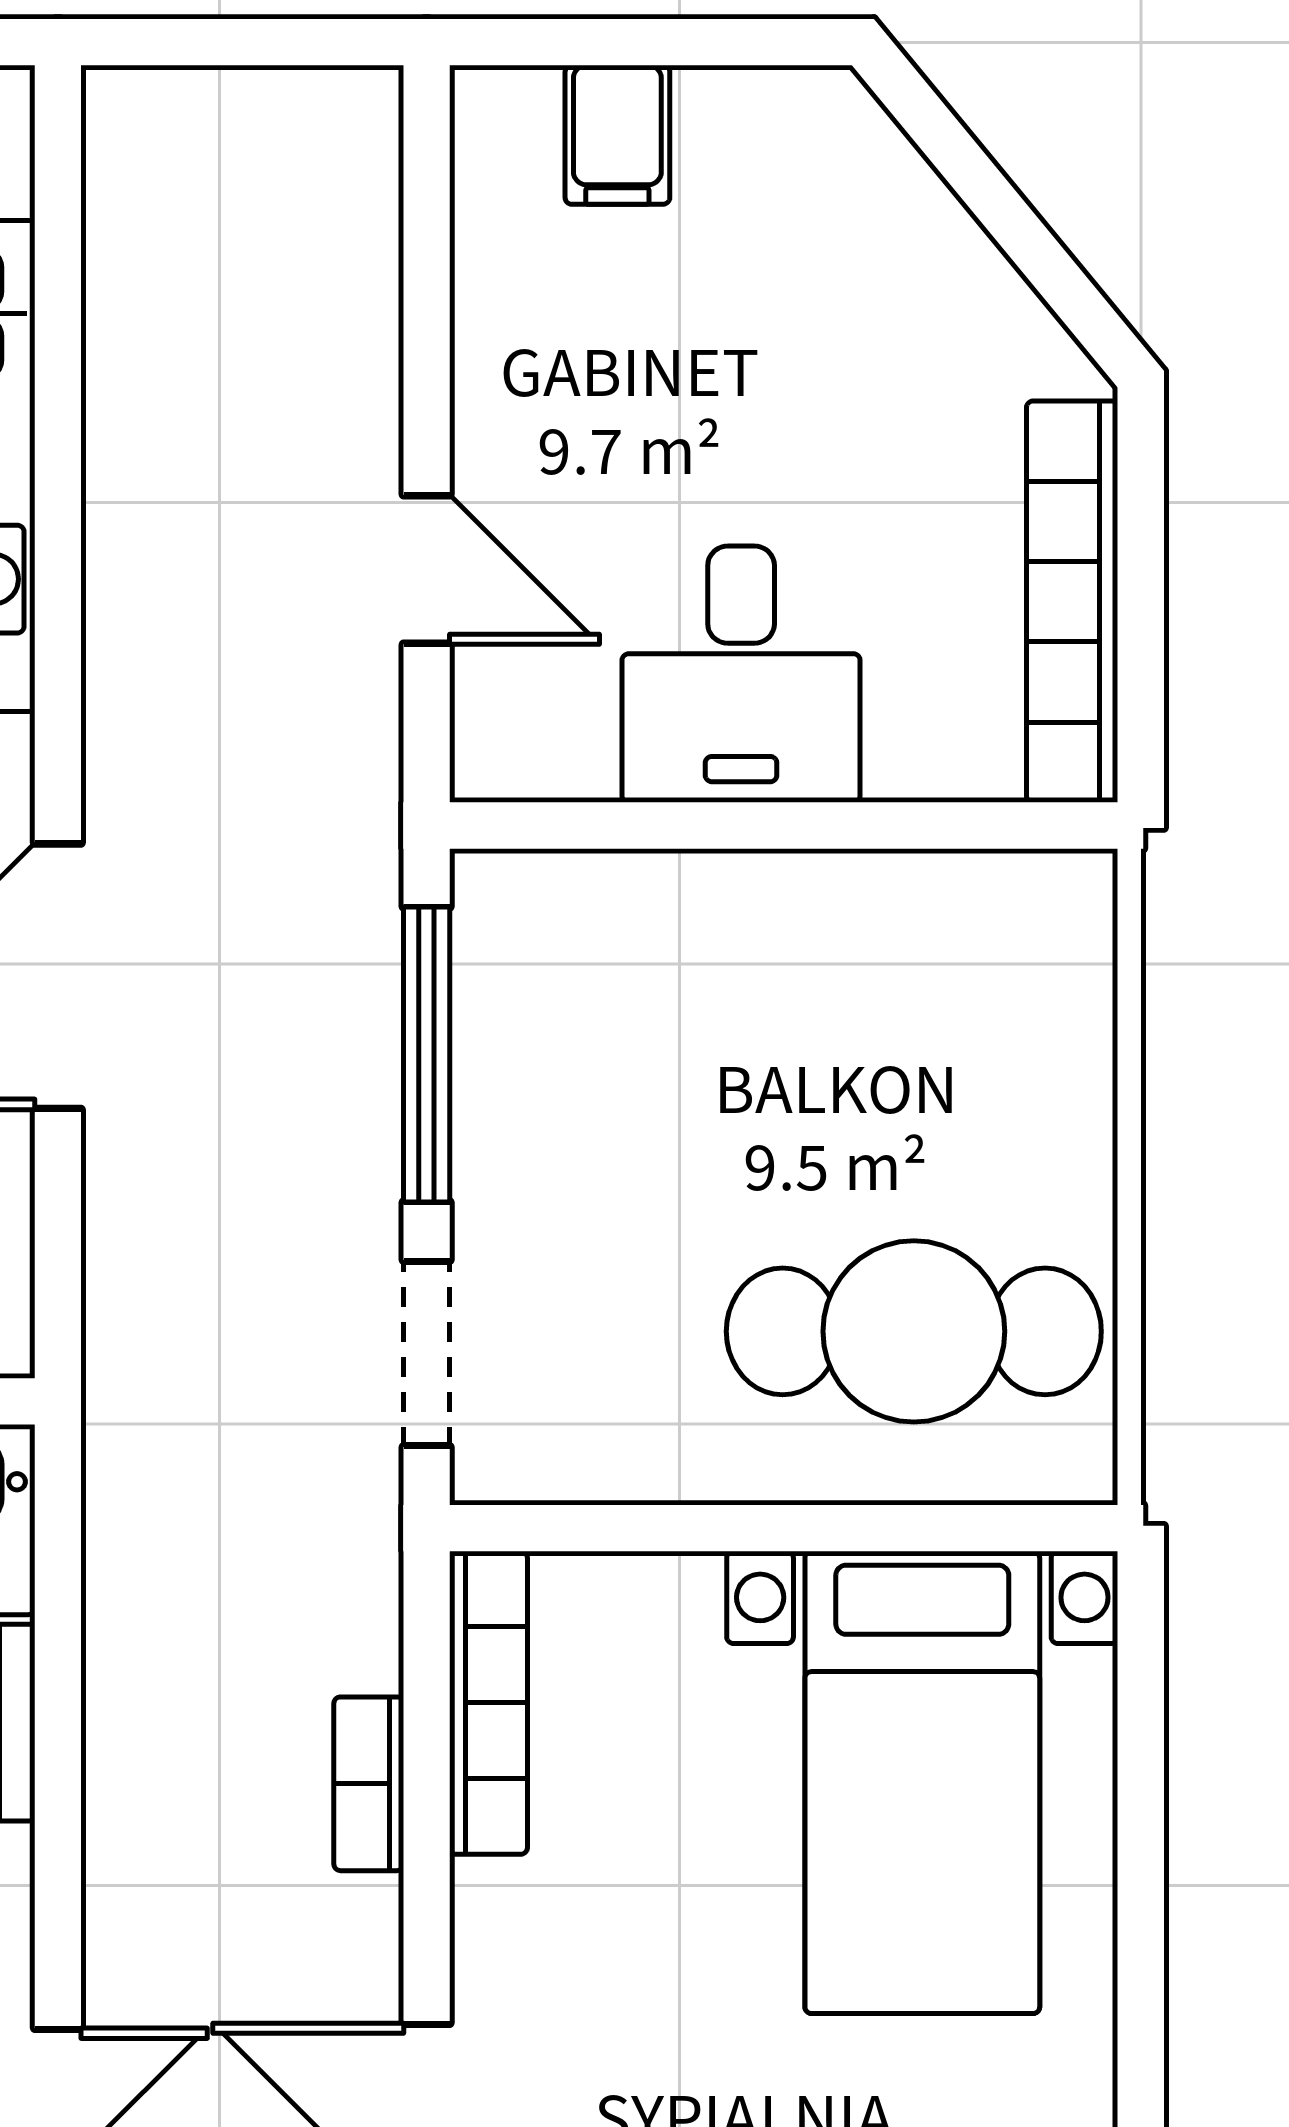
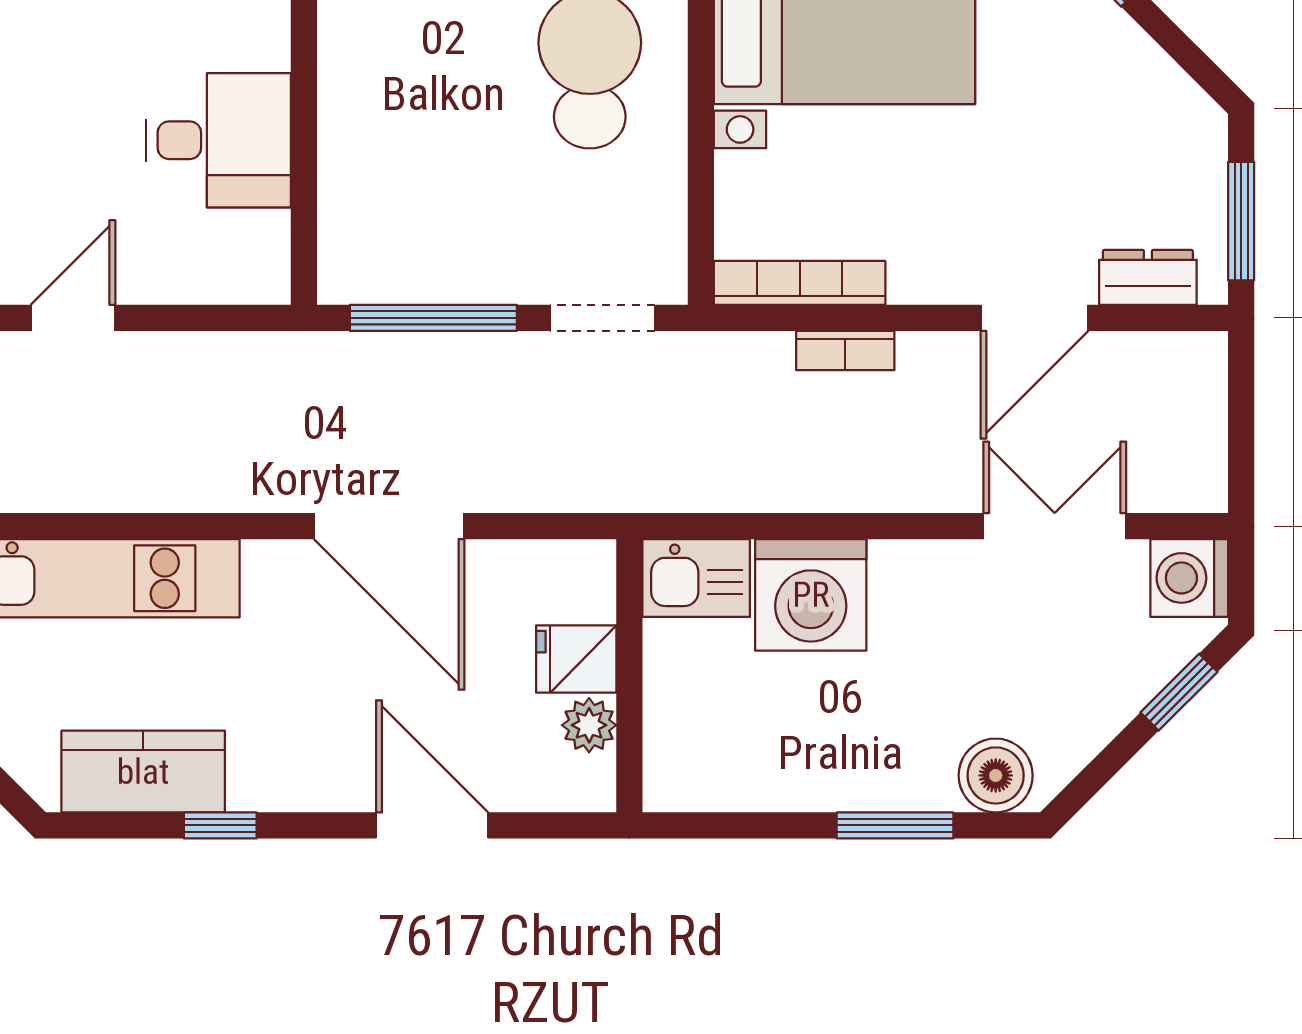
door: (427, 570) -> (73, 318), moved

